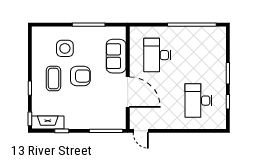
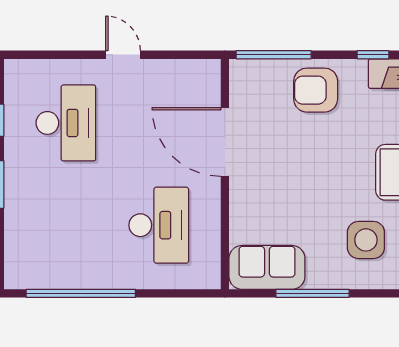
sofa: (116, 56) -> (267, 267), moved, turned -90
armchair: (80, 76) -> (316, 90), moved
door: (141, 131) -> (123, 55), moved

